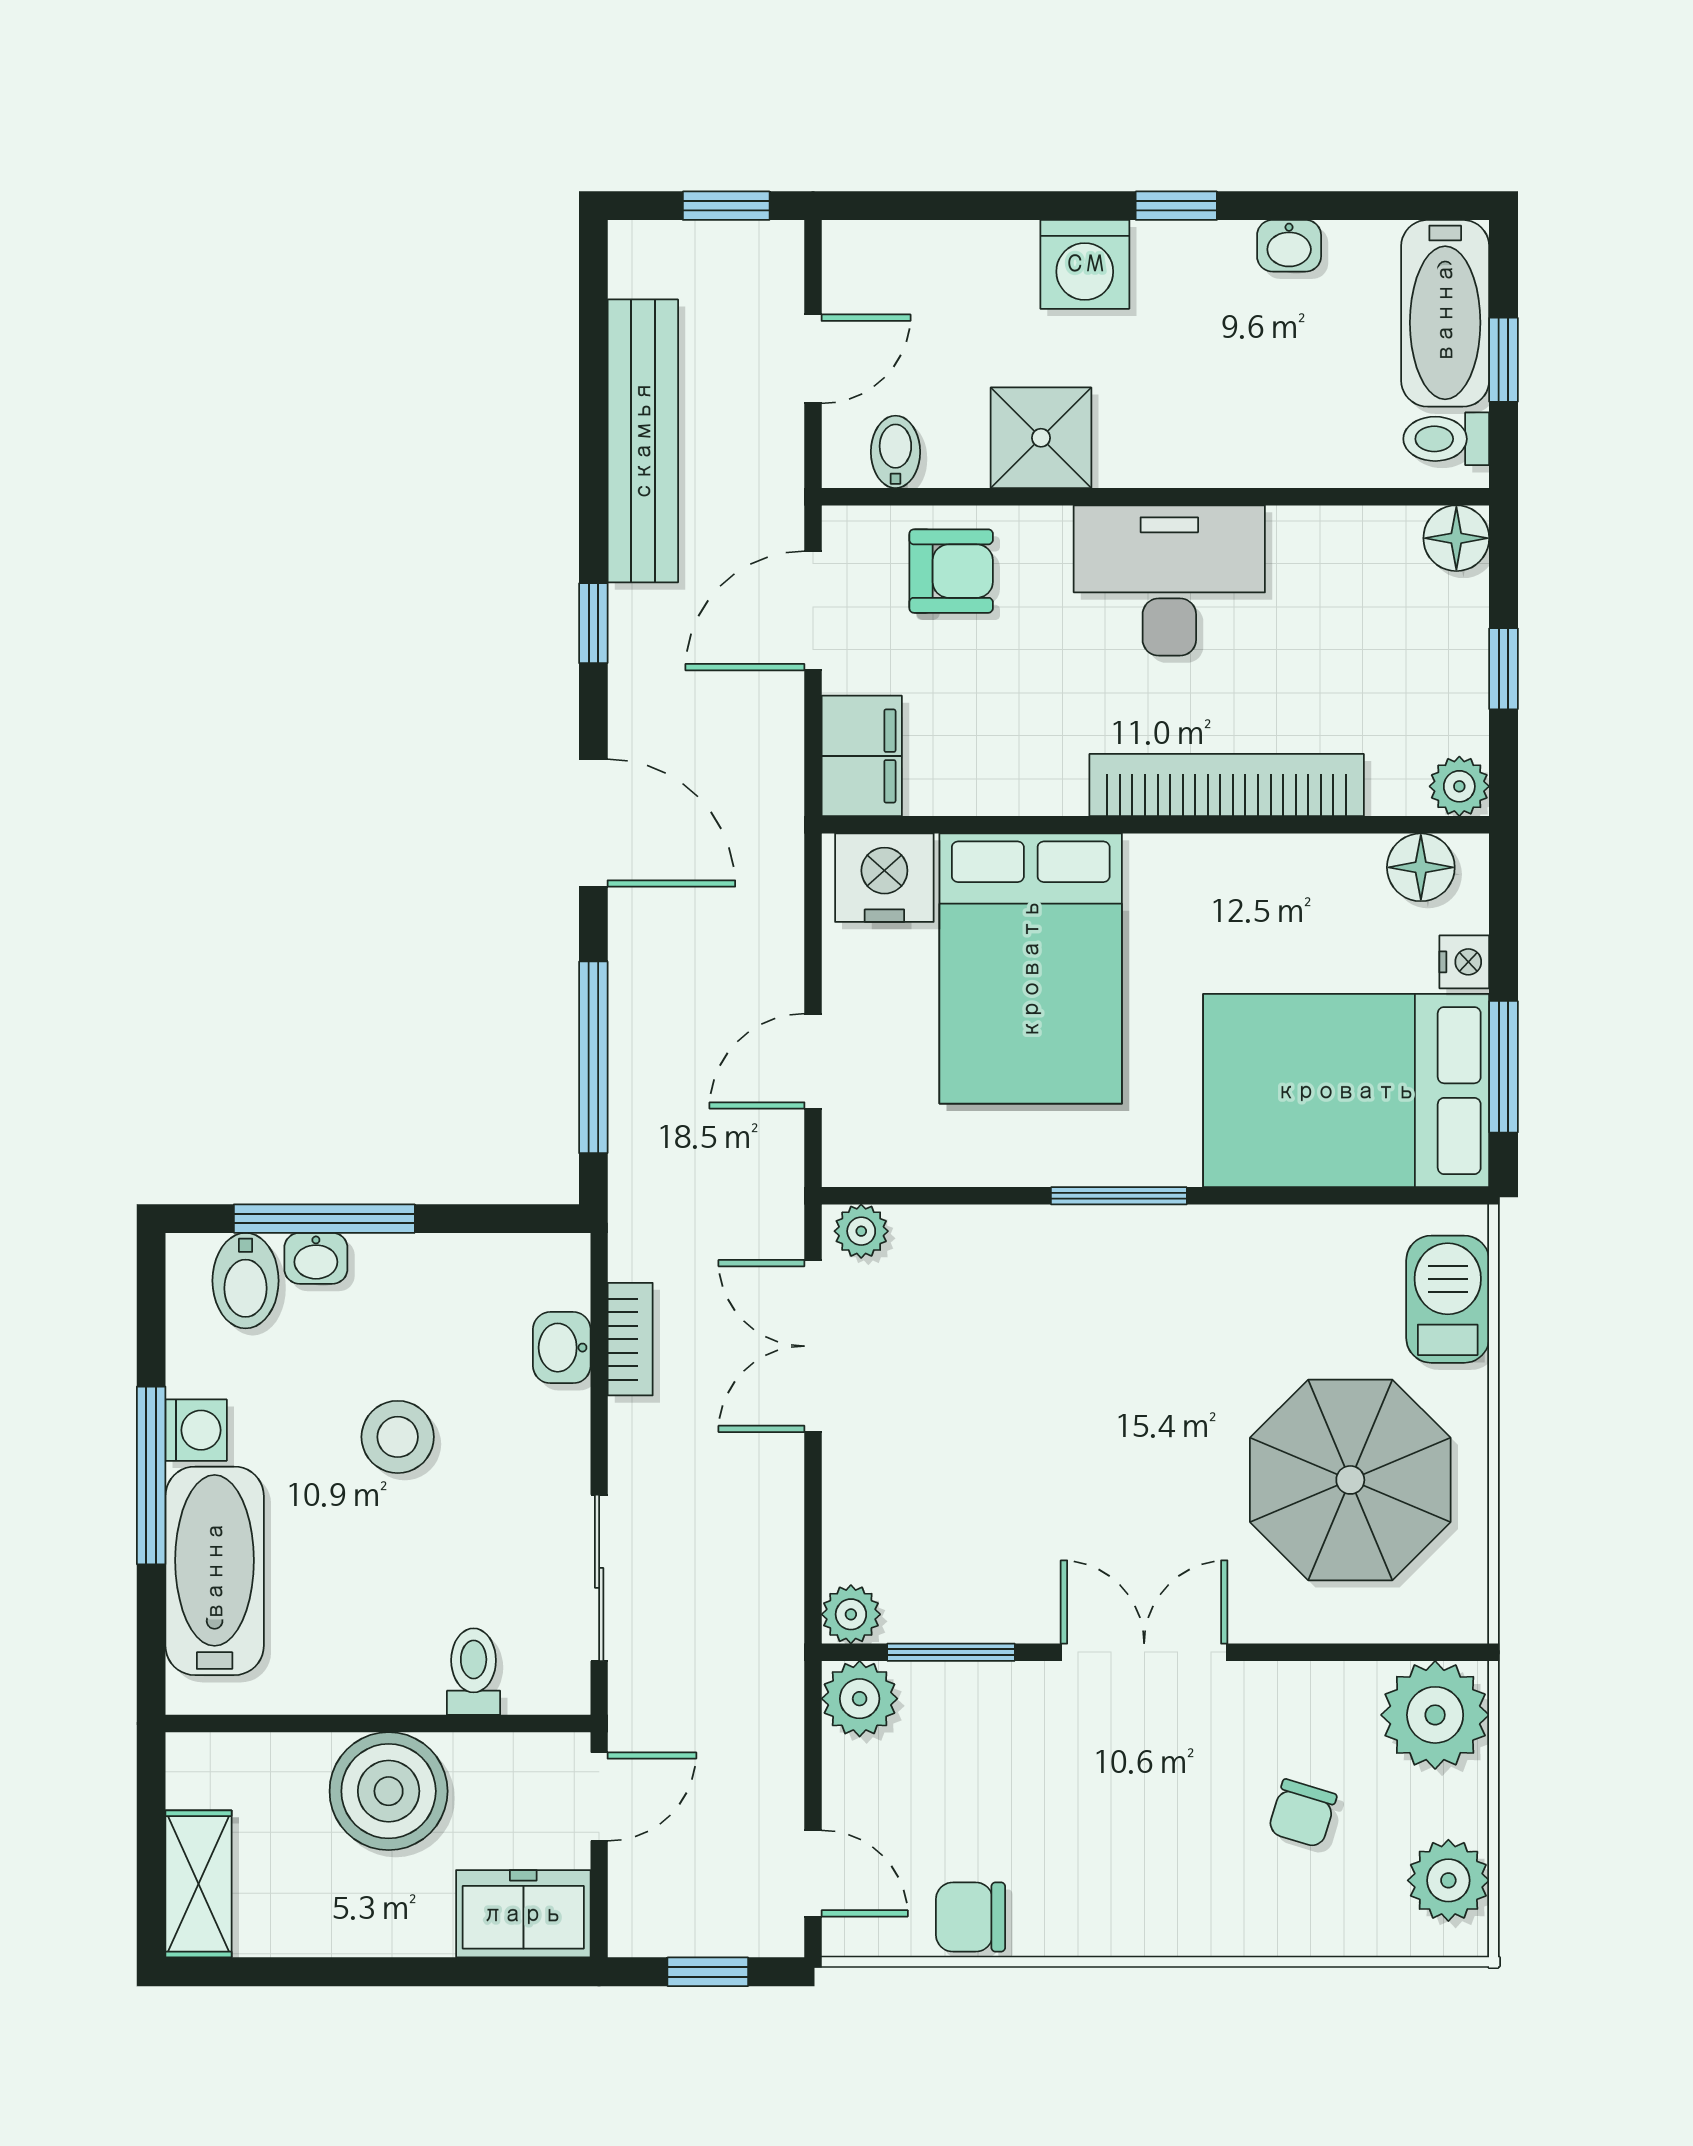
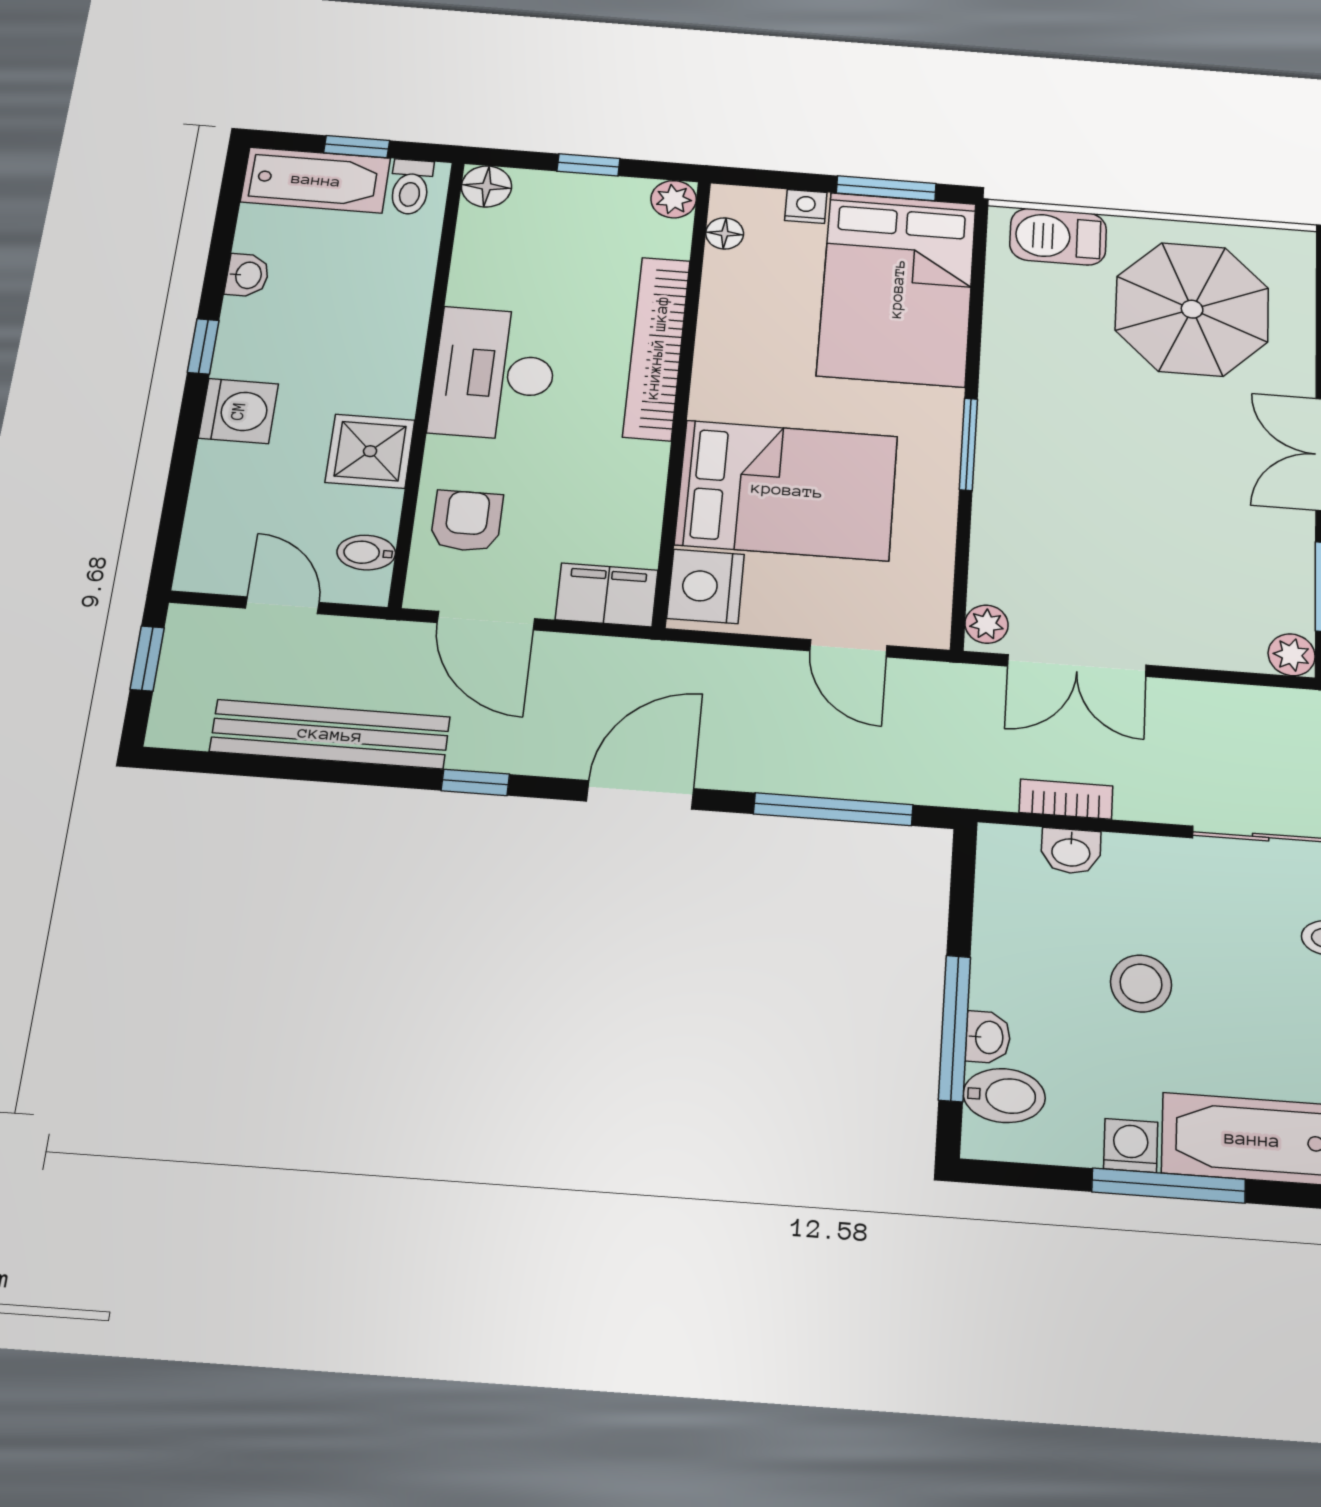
floor lamp: (1421, 867) -> (725, 233), width x0.73, depth x0.73

